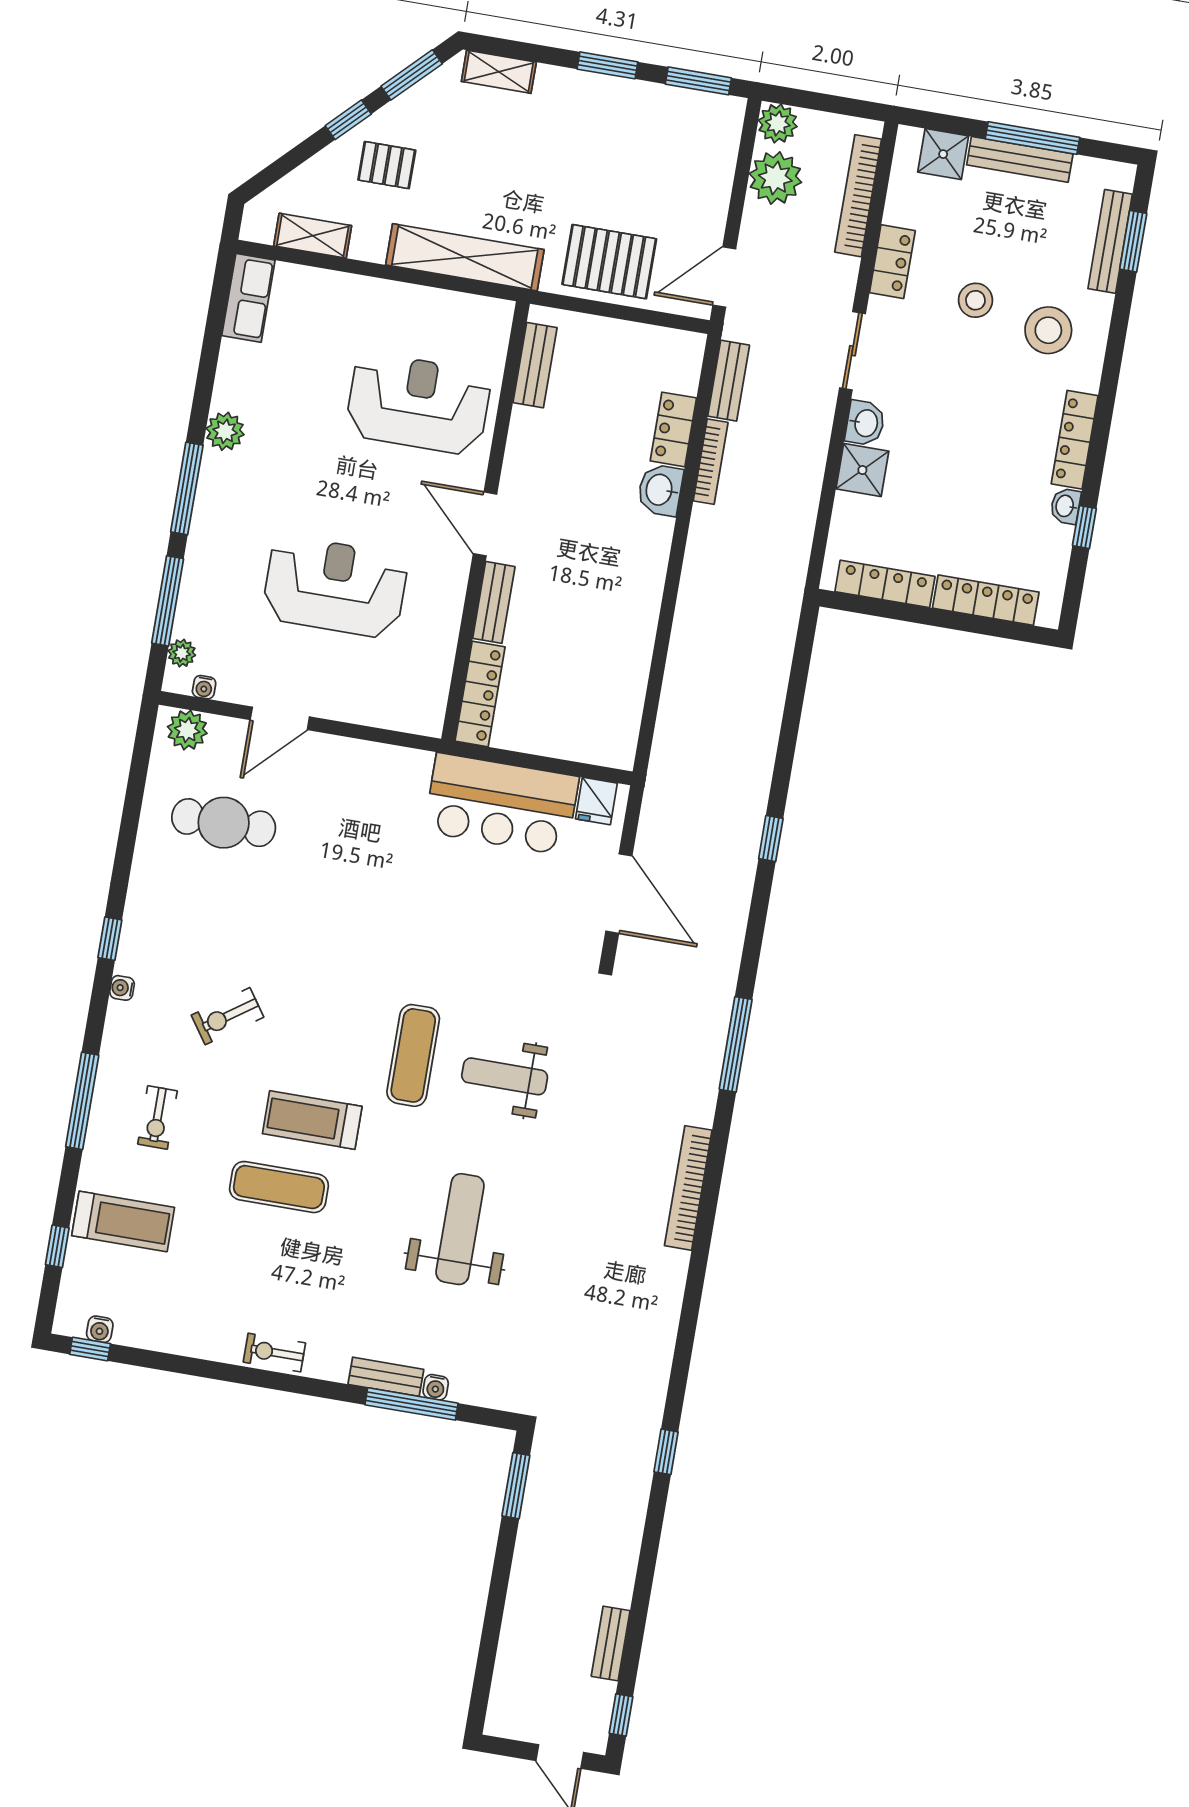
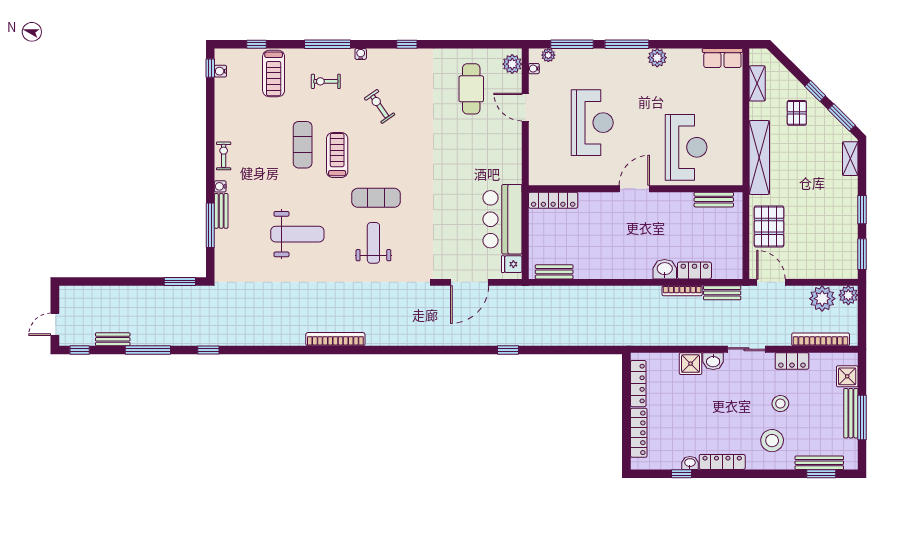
bench: (494, 602) -> (554, 272), moved
water cooler: (122, 988) -> (361, 54), moved
window: (736, 1044) -> (148, 350), moved
water cooler: (436, 1387) -> (220, 186), moved

